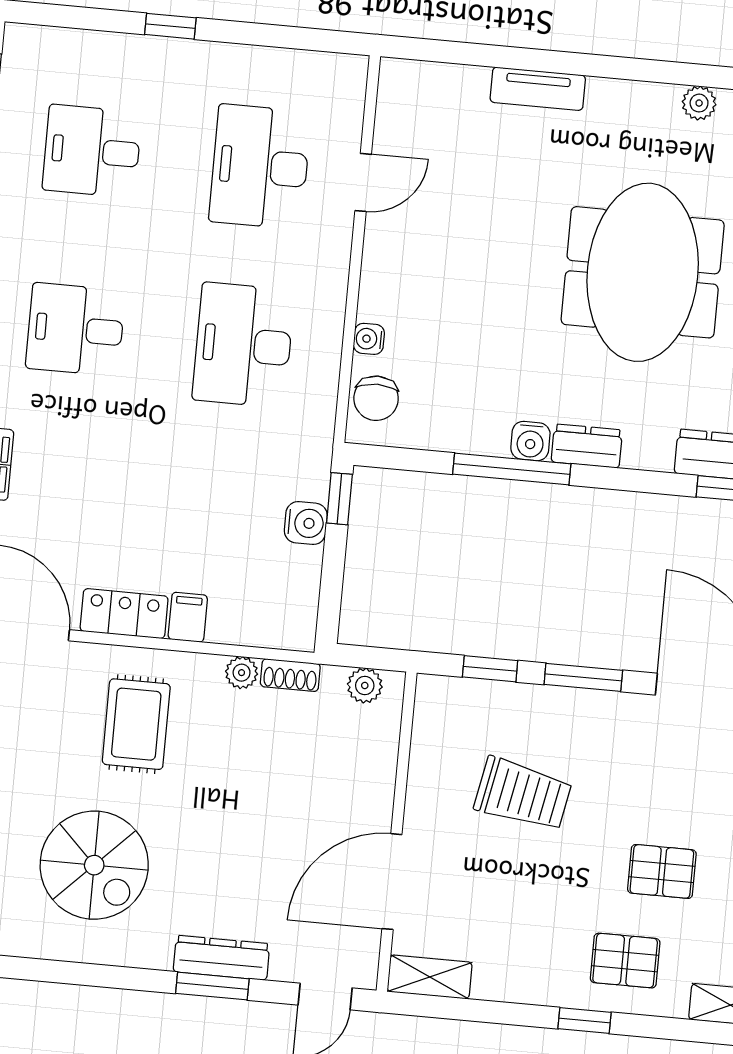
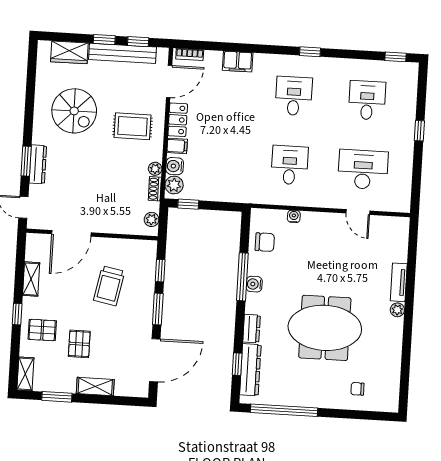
plant: (699, 103) -> (397, 310), moved
desk: (243, 345) -> (290, 165), width x0.73
chair: (376, 398) -> (265, 242), moved, turned 180
dresser: (587, 446) -> (252, 329), moved
window: (339, 499) -> (188, 204), moved
water cooler: (306, 523) -> (175, 166), moved, turned 90
plant: (283, 628) -> (174, 185), added
spiral stairs: (94, 865) -> (74, 111), turned -90
door: (392, 882) -> (71, 233), swing flipped
pallet: (625, 961) -> (42, 330), turned 90
shelving: (430, 977) -> (31, 279), moved

